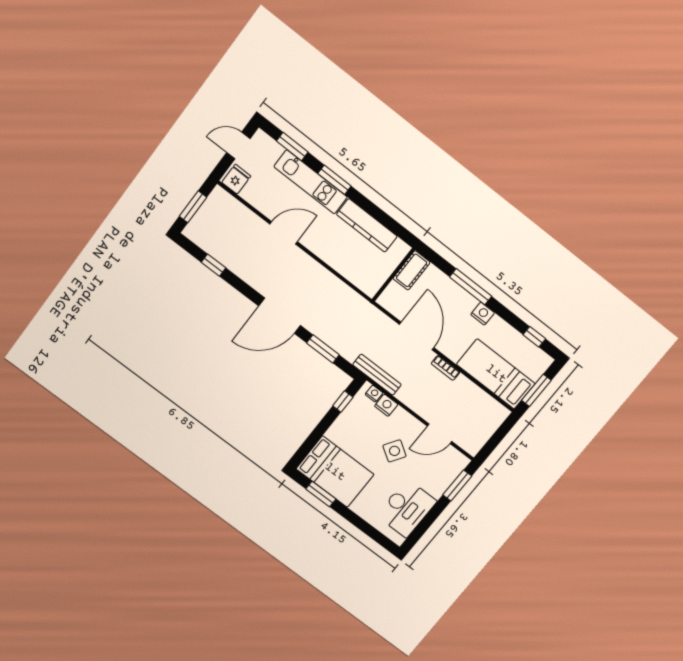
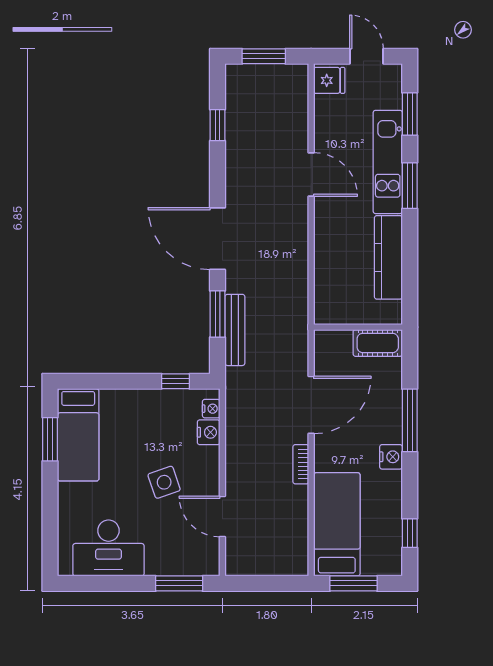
bench: (377, 375) -> (235, 330), moved
side table: (394, 451) -> (164, 482), turned 38
bed: (335, 472) -> (78, 435), width x0.67

